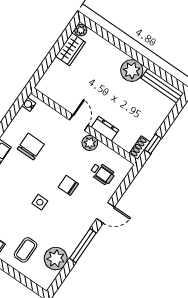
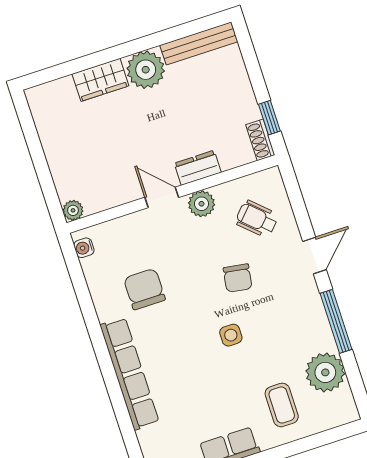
plant: (81, 30) -> (73, 210), moved
wardrobe: (71, 49) -> (100, 80), moved, turned 90
wheelchair: (102, 174) -> (257, 219), turned -137
chair: (68, 185) -> (238, 278), turned -81

